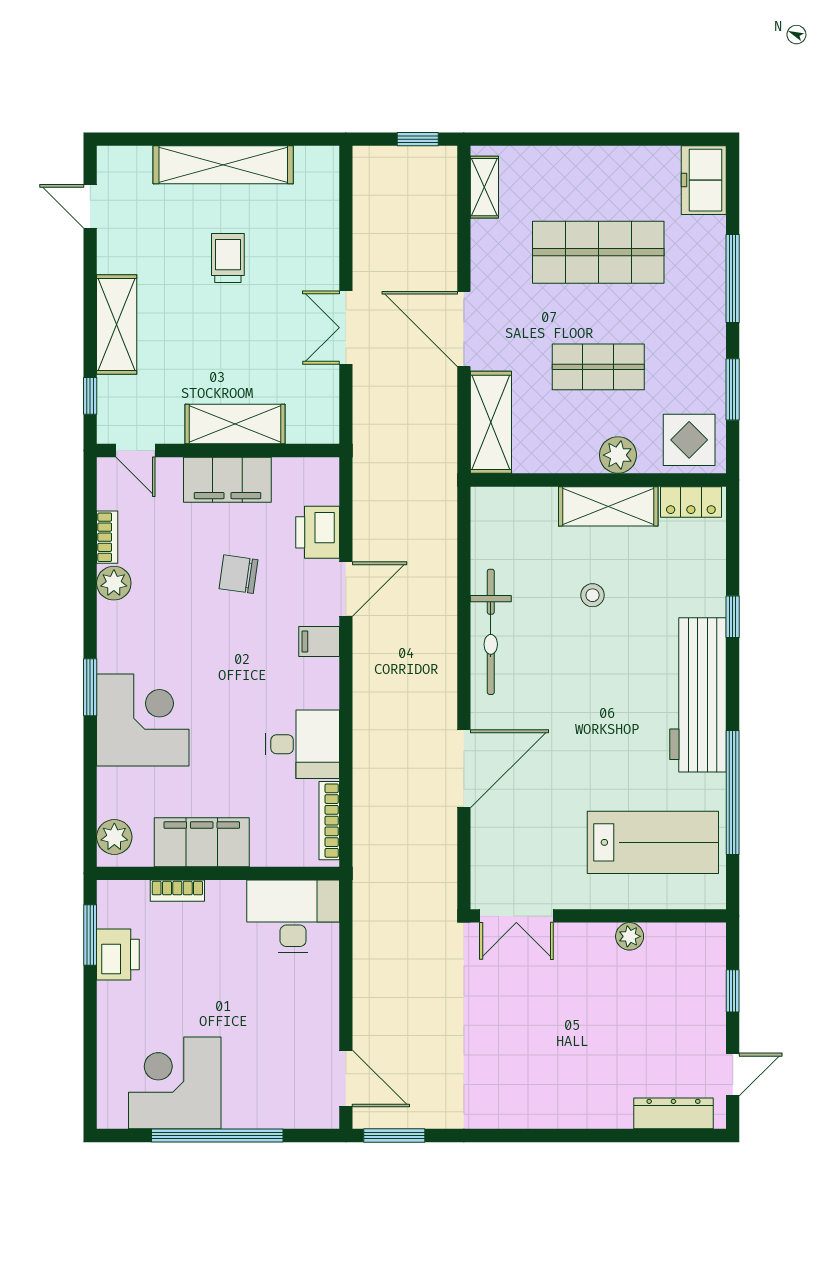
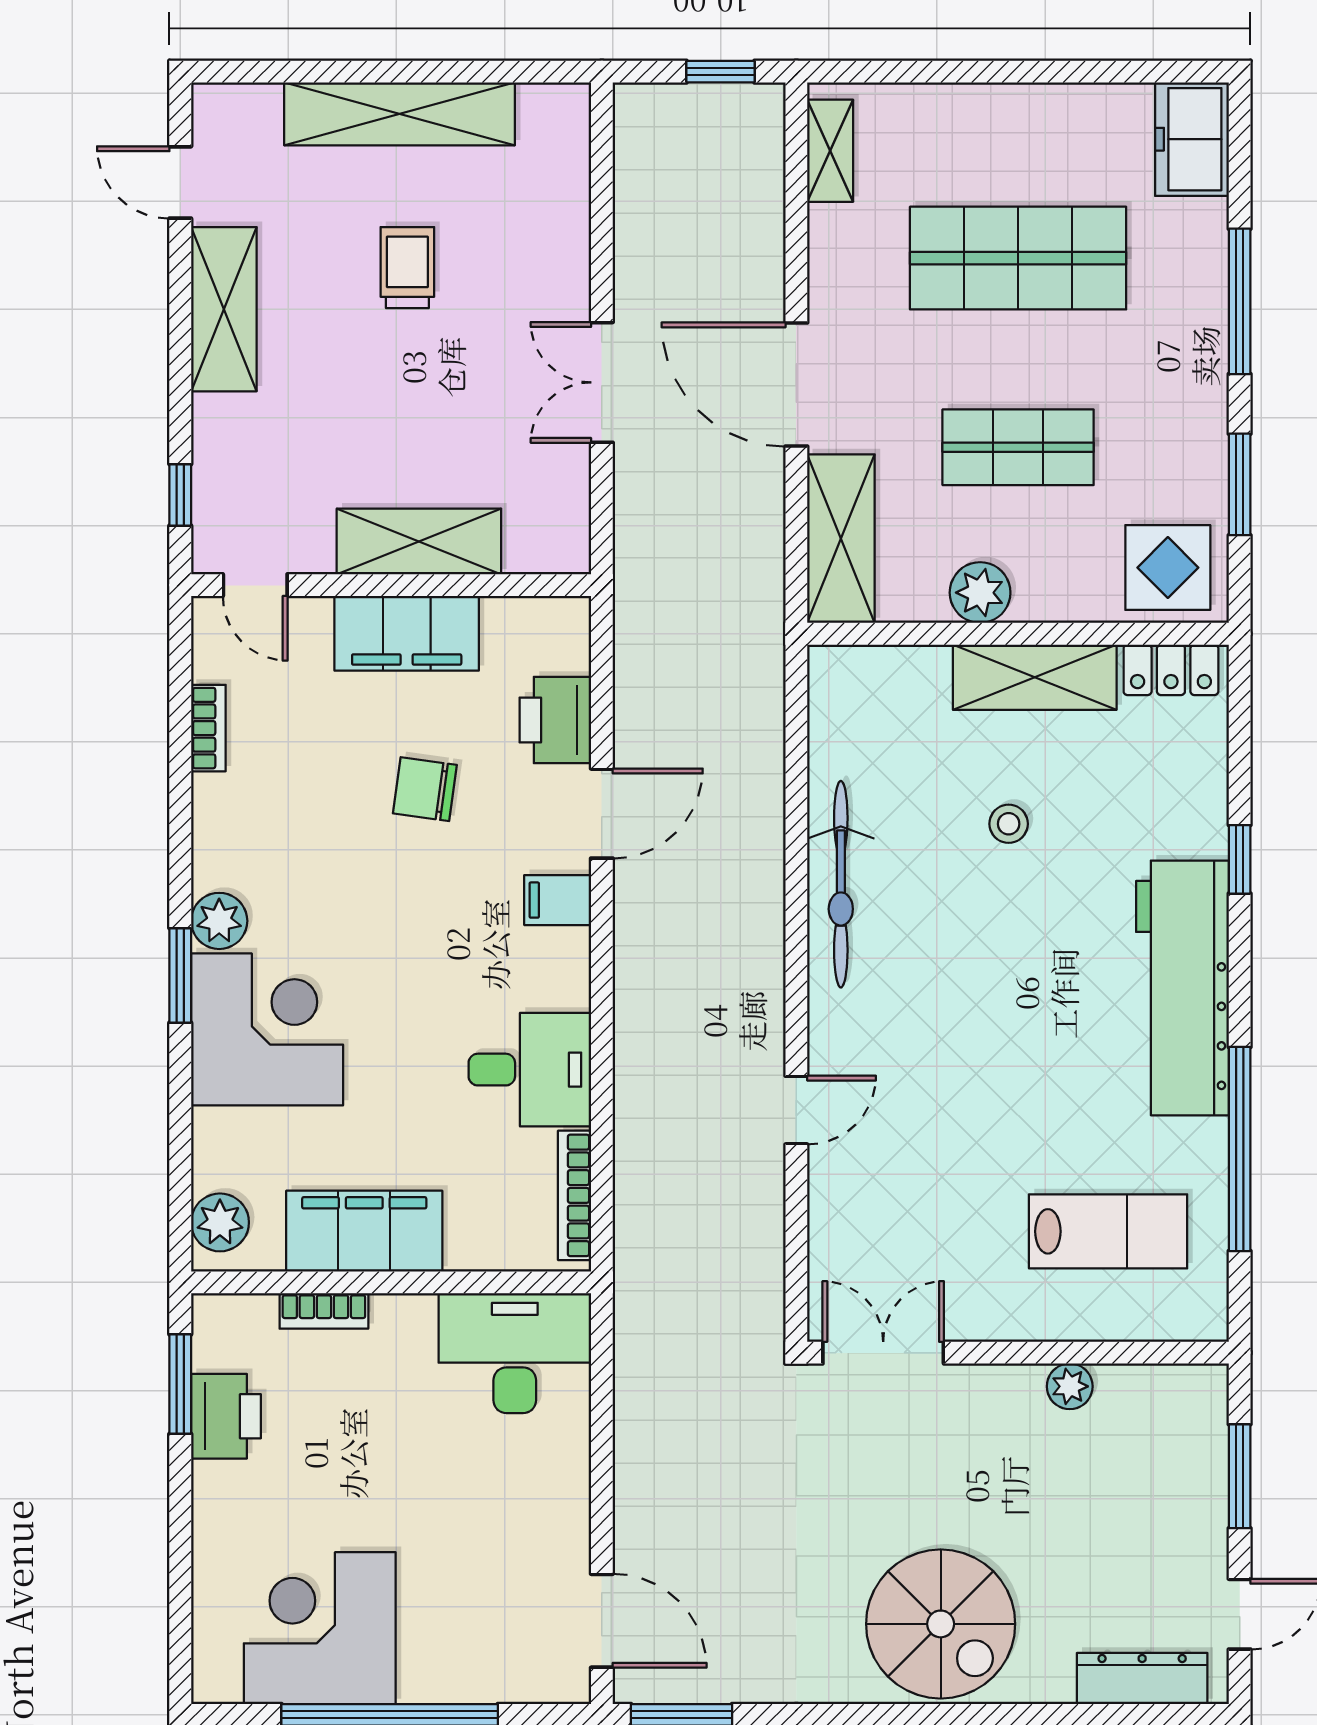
shelving: (117, 324) -> (224, 309), moved
plant: (618, 455) -> (980, 593), moved
plant: (114, 583) -> (219, 921), moved
door: (464, 769) -> (796, 1110), width x0.53
lab bench: (653, 842) -> (1108, 1231), width x0.73, depth x0.72
double door: (516, 916) -> (883, 1353), swing flipped
window: (733, 991) -> (1240, 1476), width x1.50
spiral stairs: (551, 1080) -> (941, 1624), added

